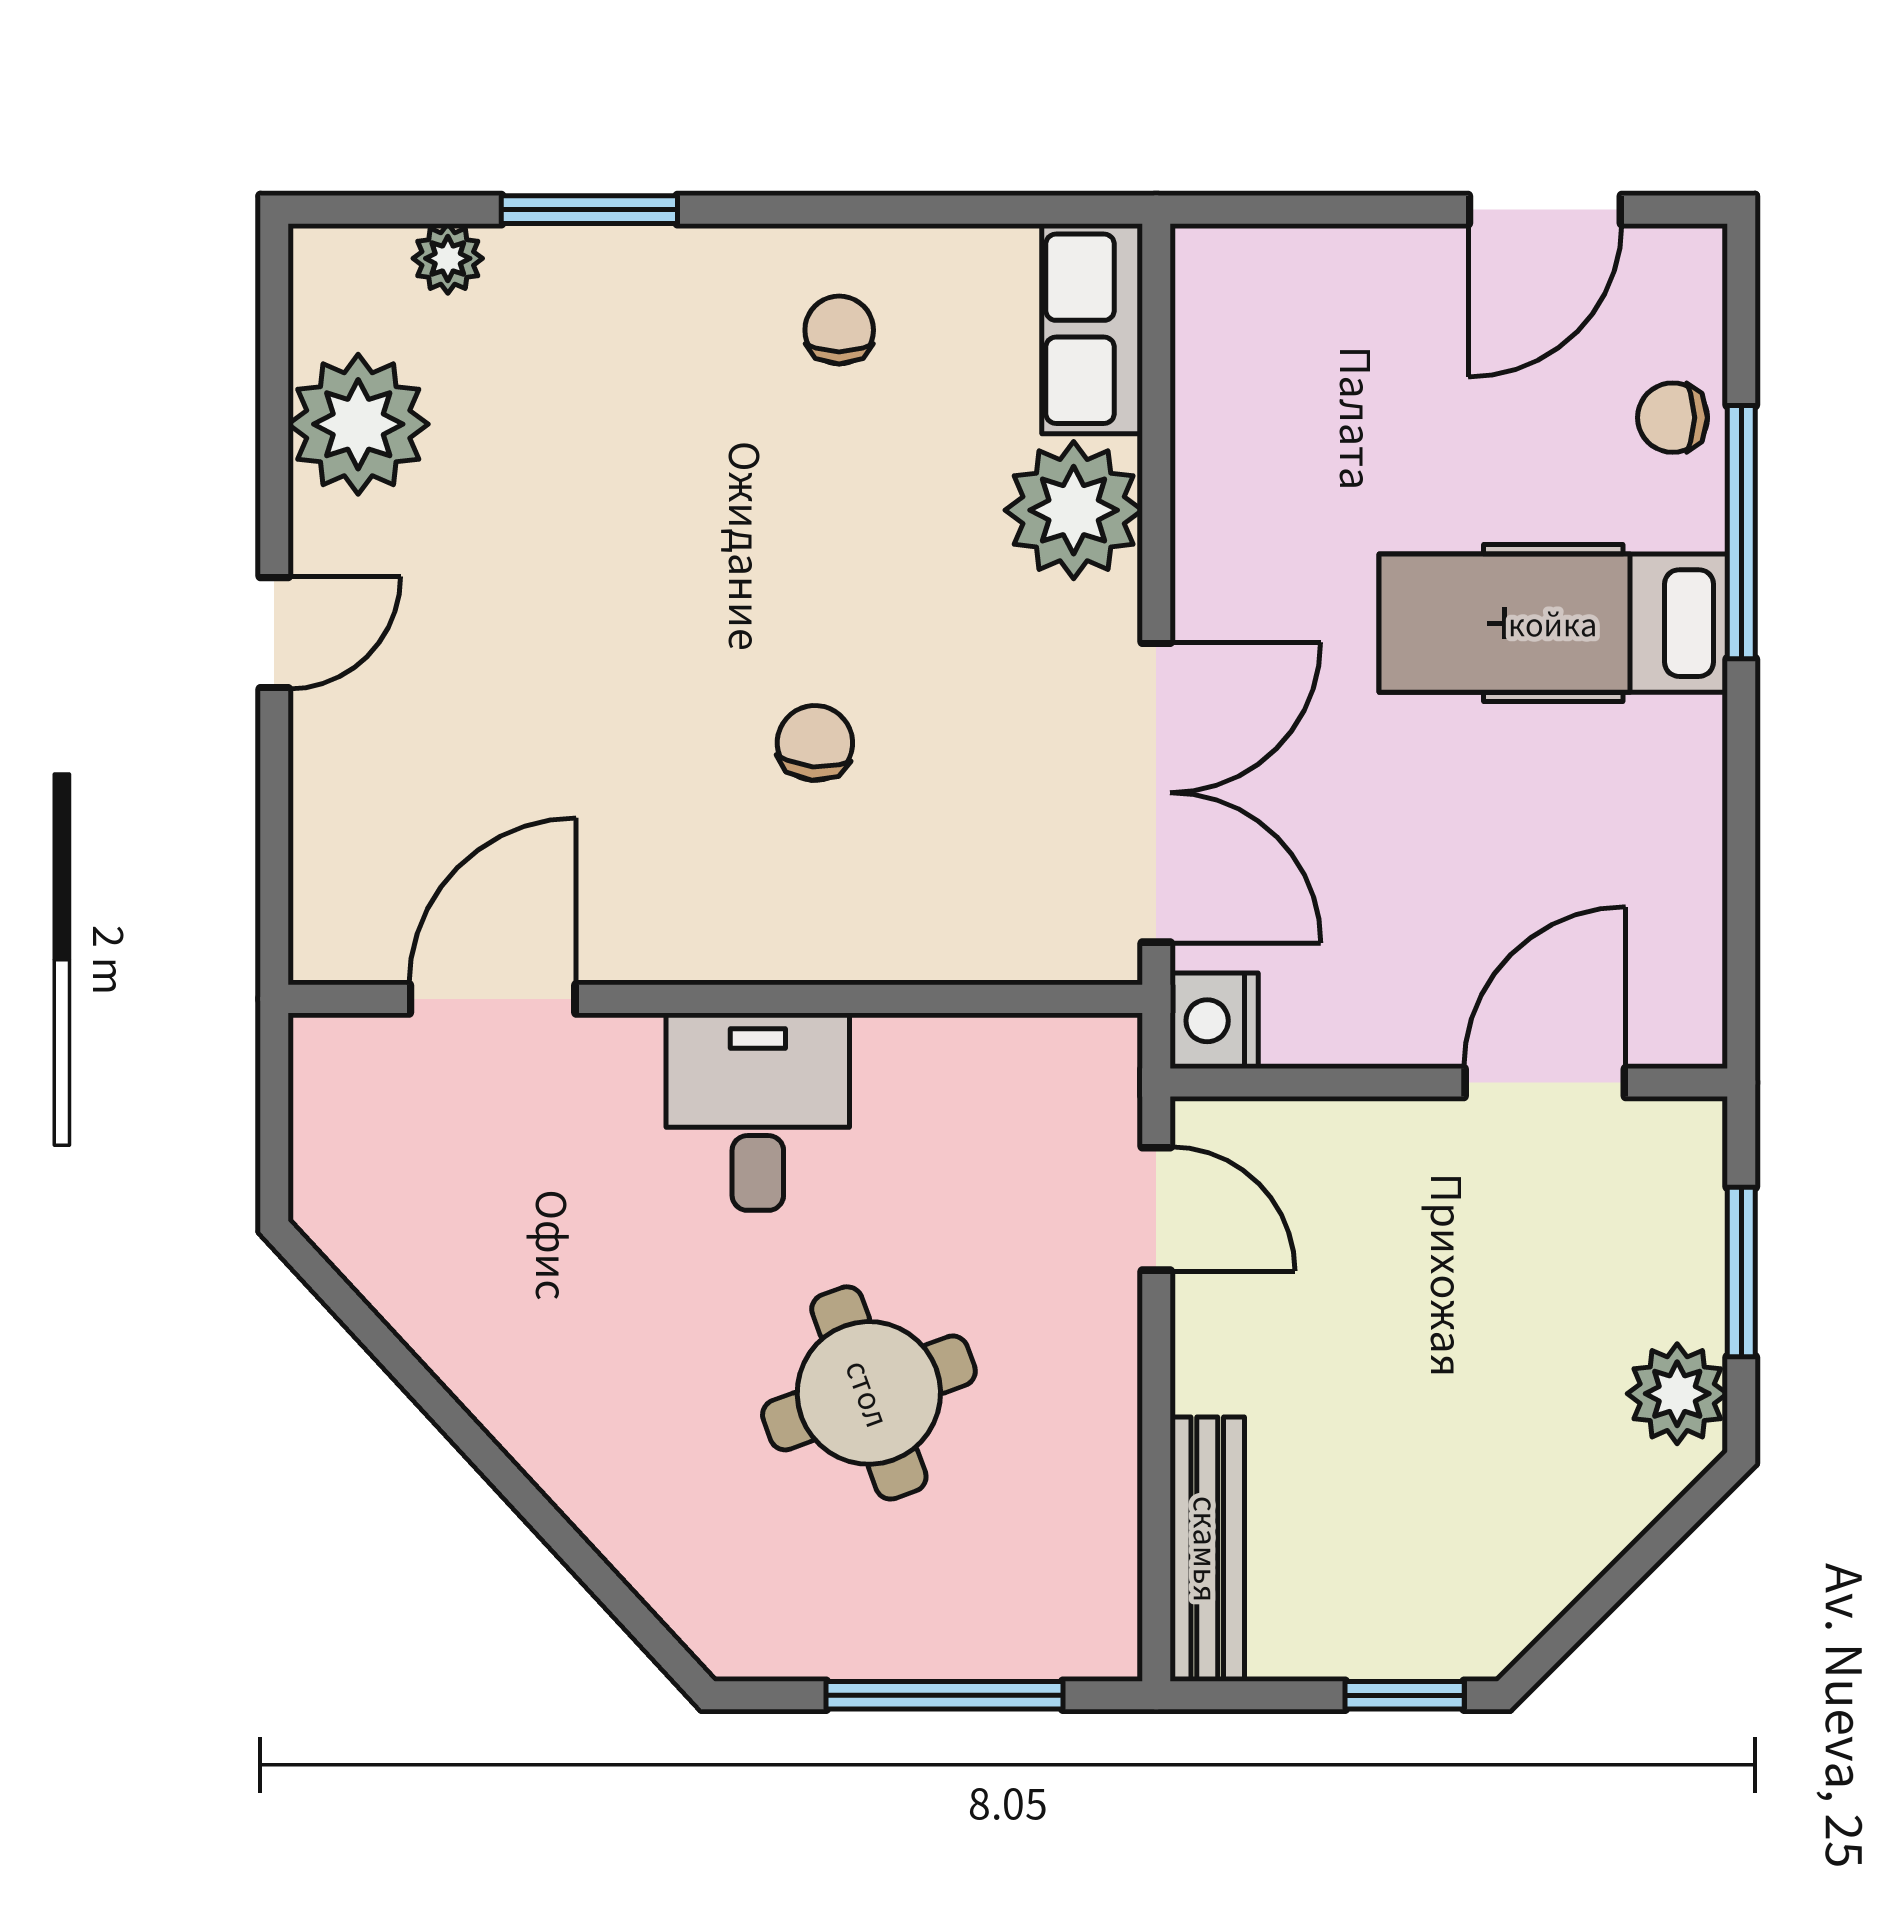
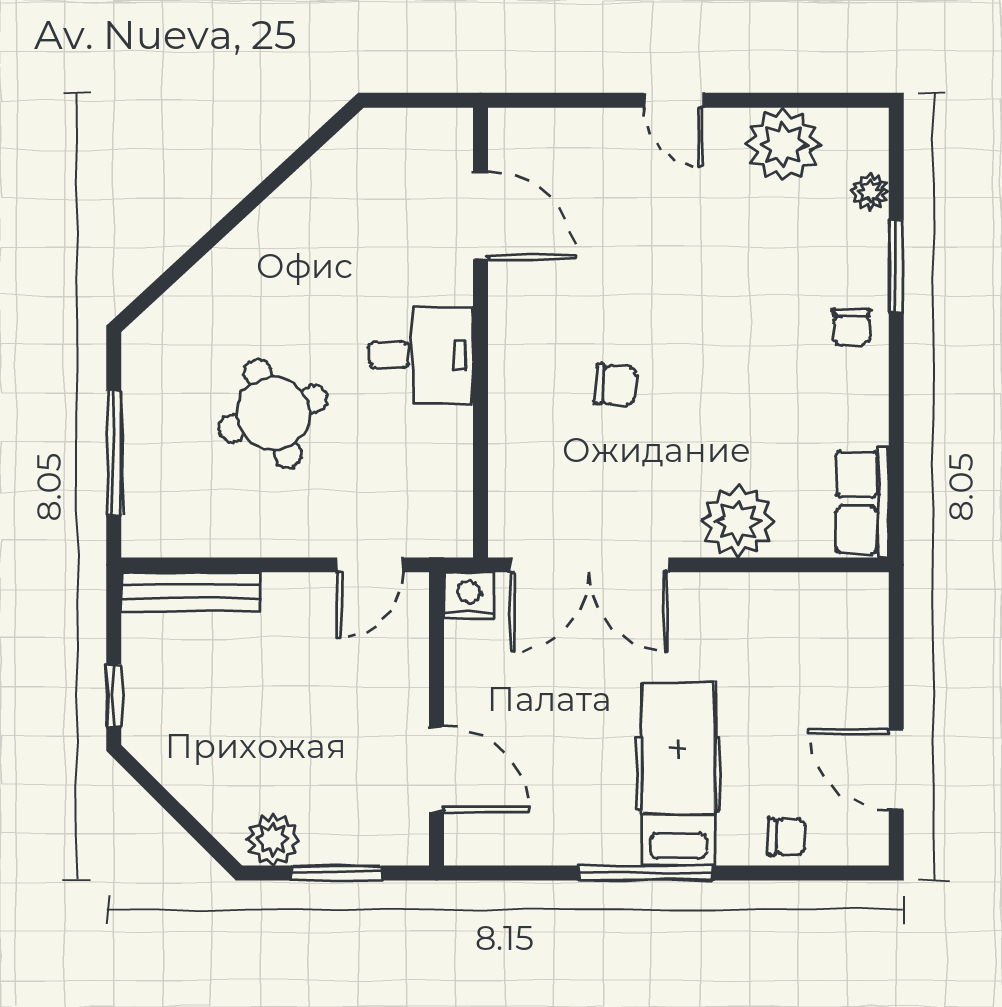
row of seats: (1092, 329) -> (862, 502), moved, turned -90
chair: (839, 330) -> (851, 327), moved, turned 90
chair: (1673, 418) -> (787, 837), turned 90
window: (1741, 532) -> (646, 873), moved

